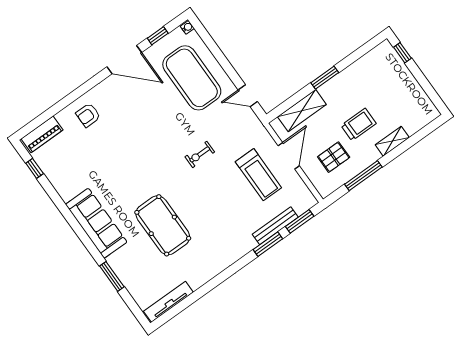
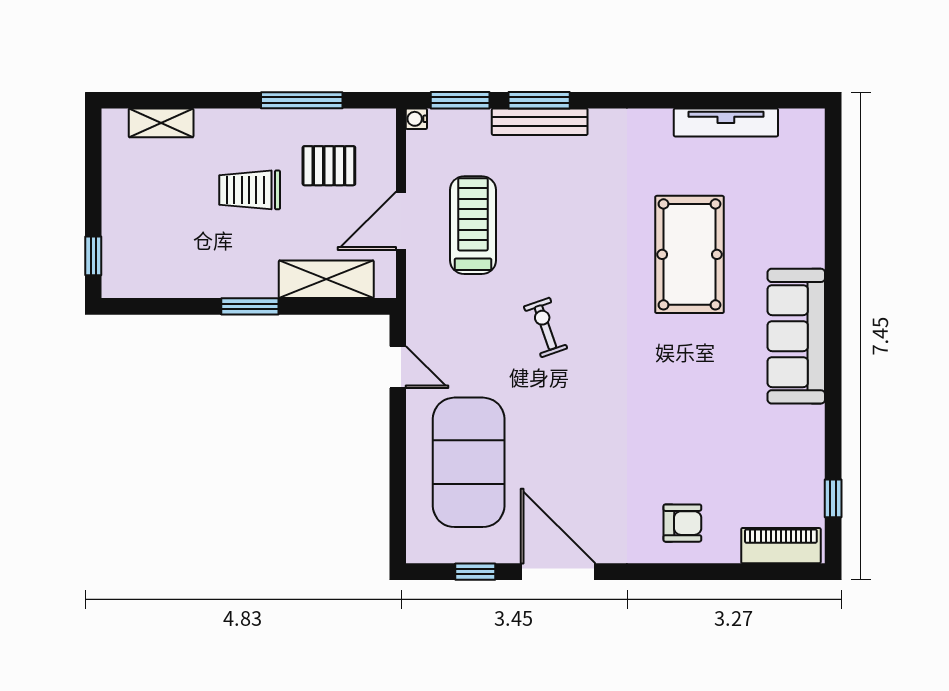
water cooler: (187, 27) -> (416, 119), moved
shelving: (392, 141) -> (161, 123), moved
exercise bike: (200, 154) -> (545, 327), turned -109
bench: (275, 226) -> (540, 122), moved
window: (112, 276) -> (833, 230), removed
tv unit: (168, 302) -> (726, 122), moved

